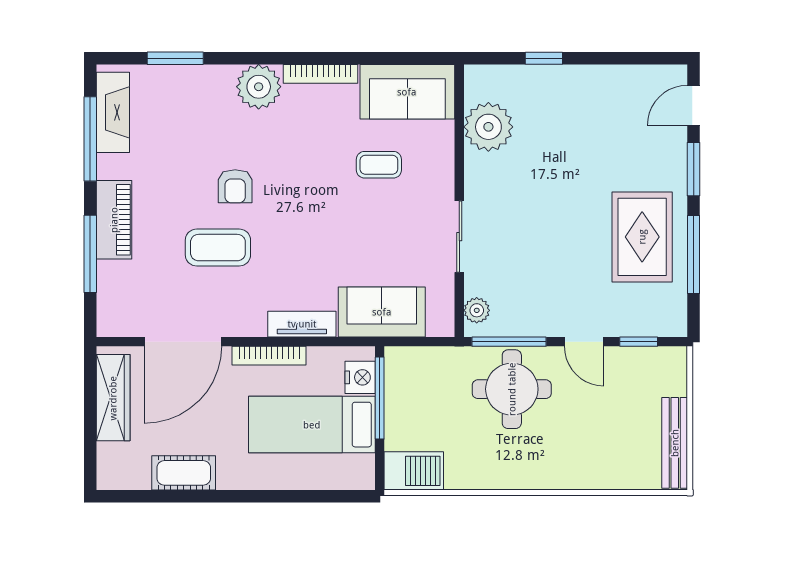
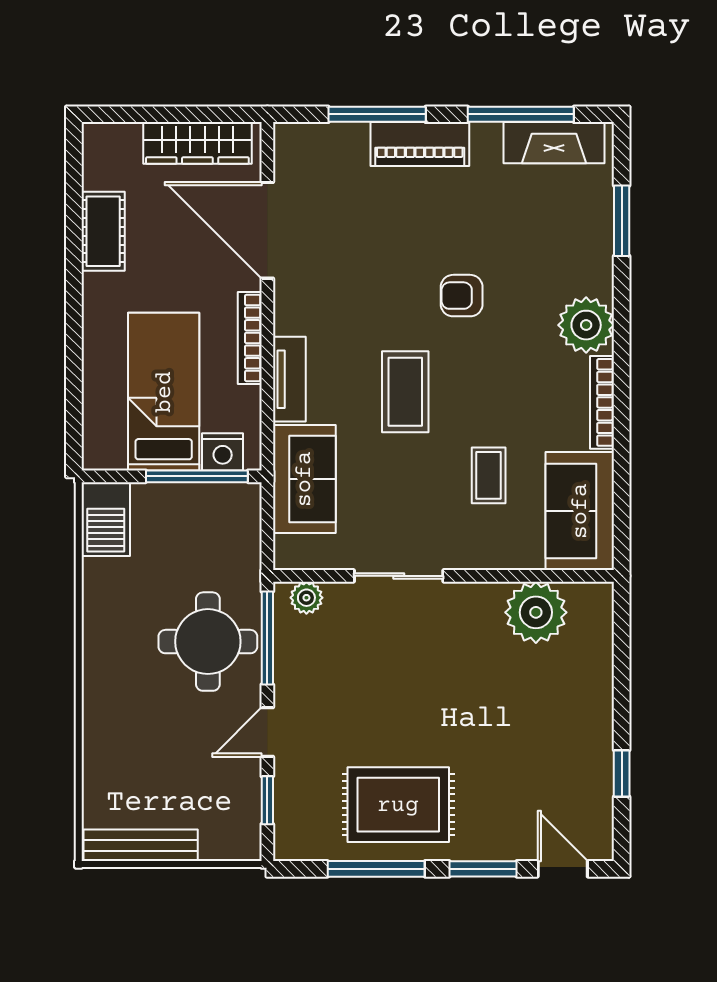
window: (544, 58) -> (622, 773), moved
coffee table: (218, 248) -> (405, 392), moved

